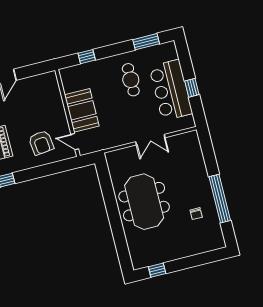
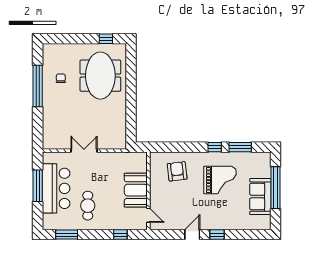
window: (192, 88) -> (38, 186), width x2.17
door: (75, 142) -> (148, 215), moved
meeting table: (144, 202) -> (100, 76), moved

